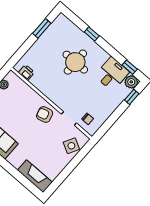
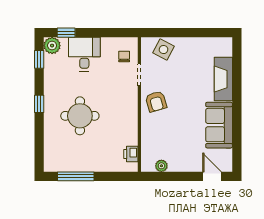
window: (42, 28) -> (76, 176), width x1.44
window: (92, 34) -> (39, 104), moved
desk: (112, 74) -> (84, 54), moved, turned 90
fireplace: (35, 176) -> (223, 79), moved

